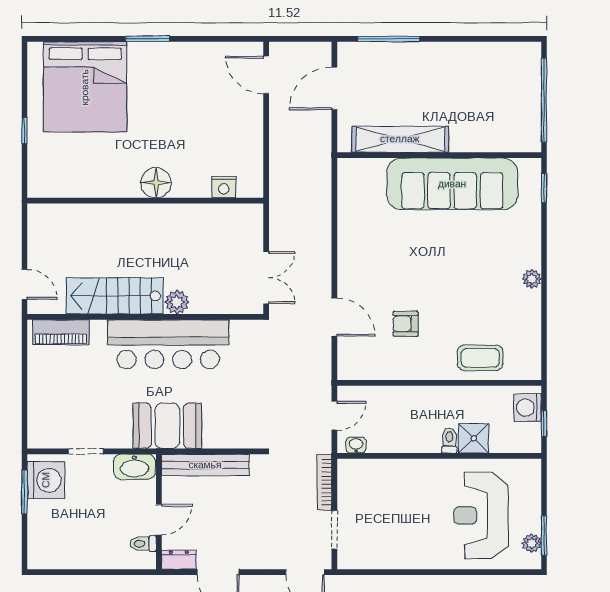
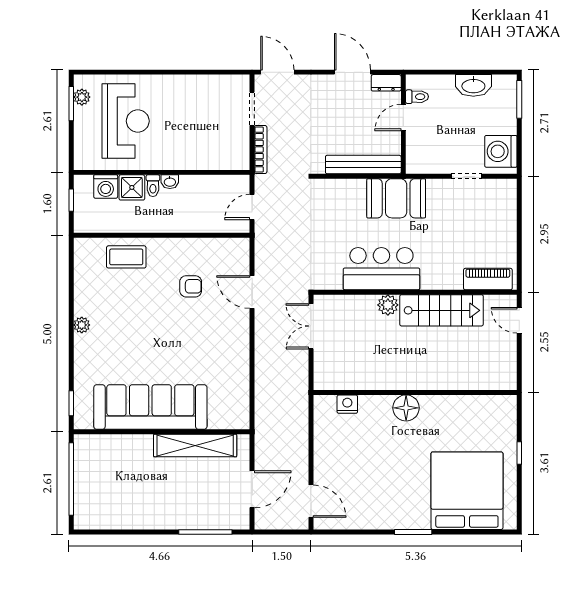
bar counter: (168, 344) -> (381, 269), width x0.73
washing machine: (528, 408) -> (106, 187), moved, turned 90
washbasin: (356, 445) -> (170, 182), moved
washbasin: (134, 467) -> (473, 85), moved, turned 180
window: (25, 492) -> (519, 99), moved

